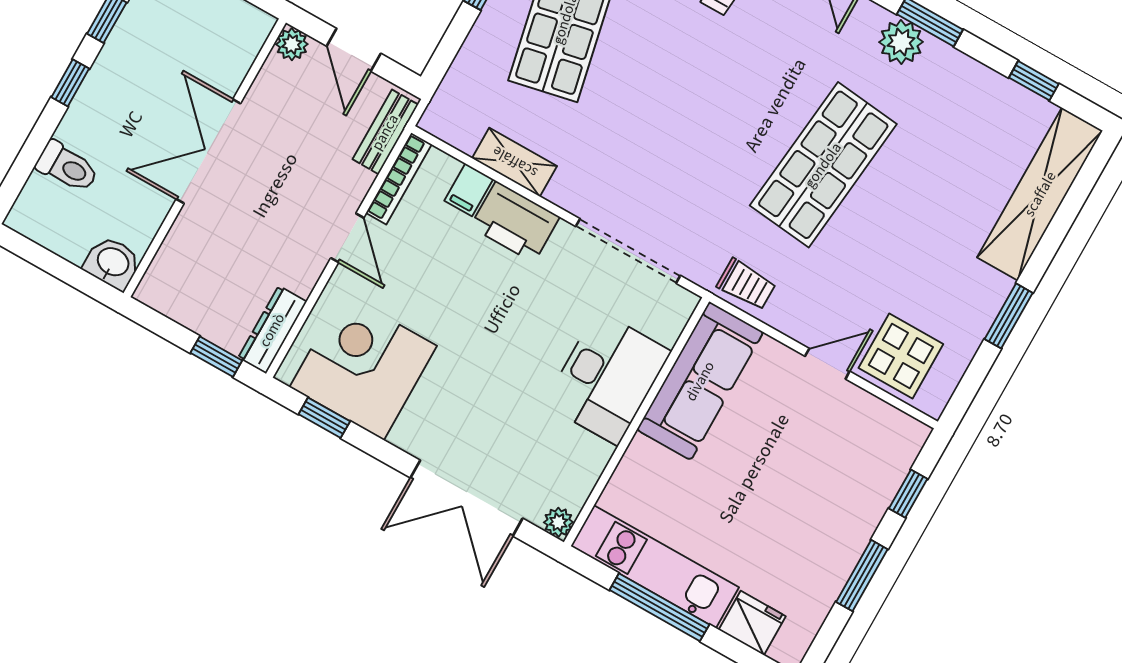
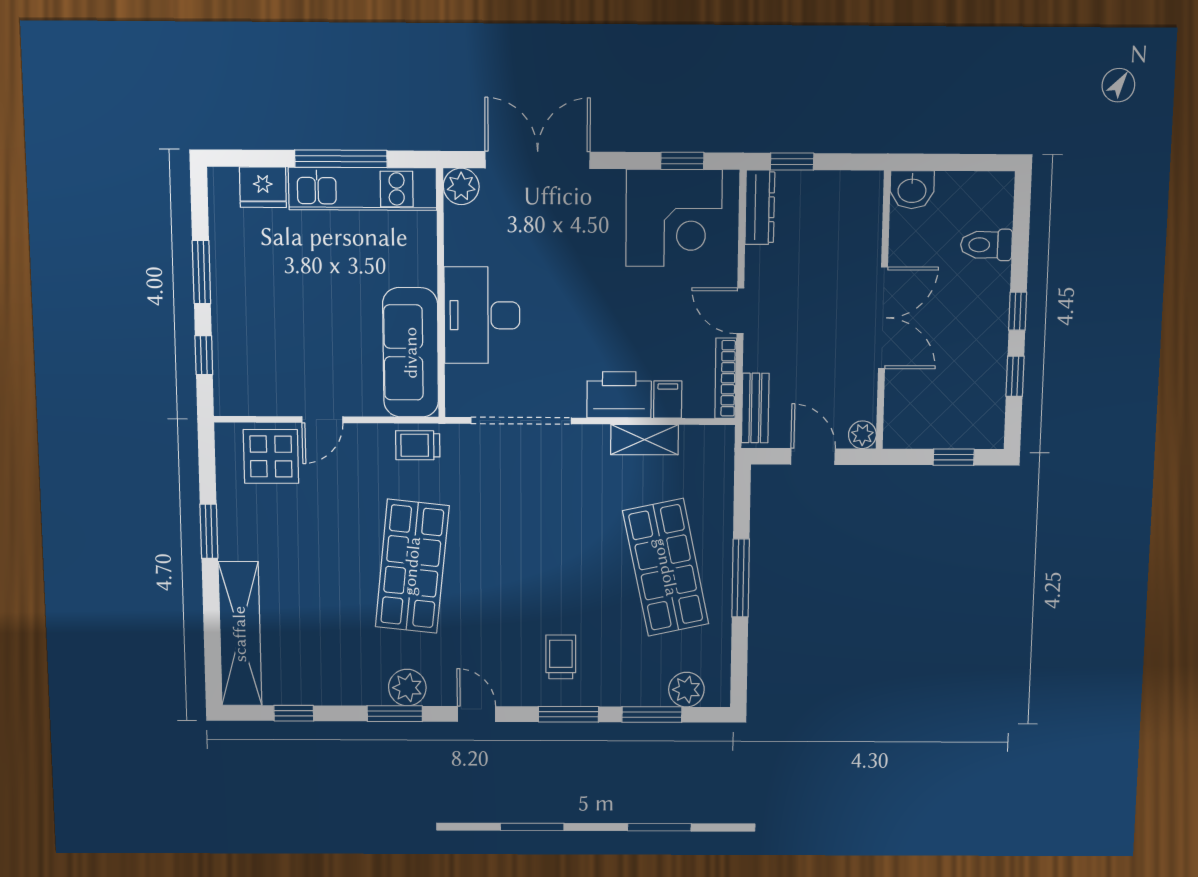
plant: (558, 522) -> (461, 186), width x1.38, depth x1.38

